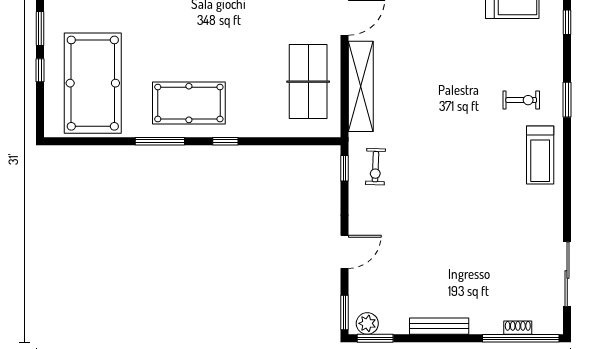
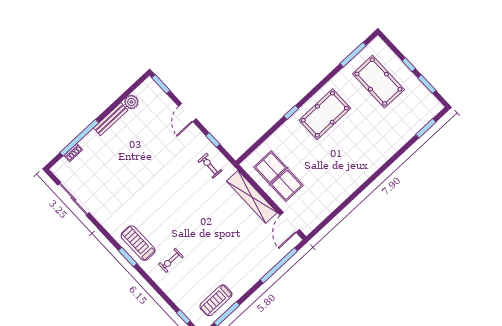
pool table: (93, 83) -> (378, 82), width x0.73, depth x0.76
window: (567, 100) -> (128, 257), moved
window: (160, 141) -> (353, 55), moved
window: (345, 168) -> (213, 140), moved
plant: (367, 323) -> (131, 102), moved
window: (375, 338) -> (135, 85), removed
window: (521, 338) -> (79, 138), moved

